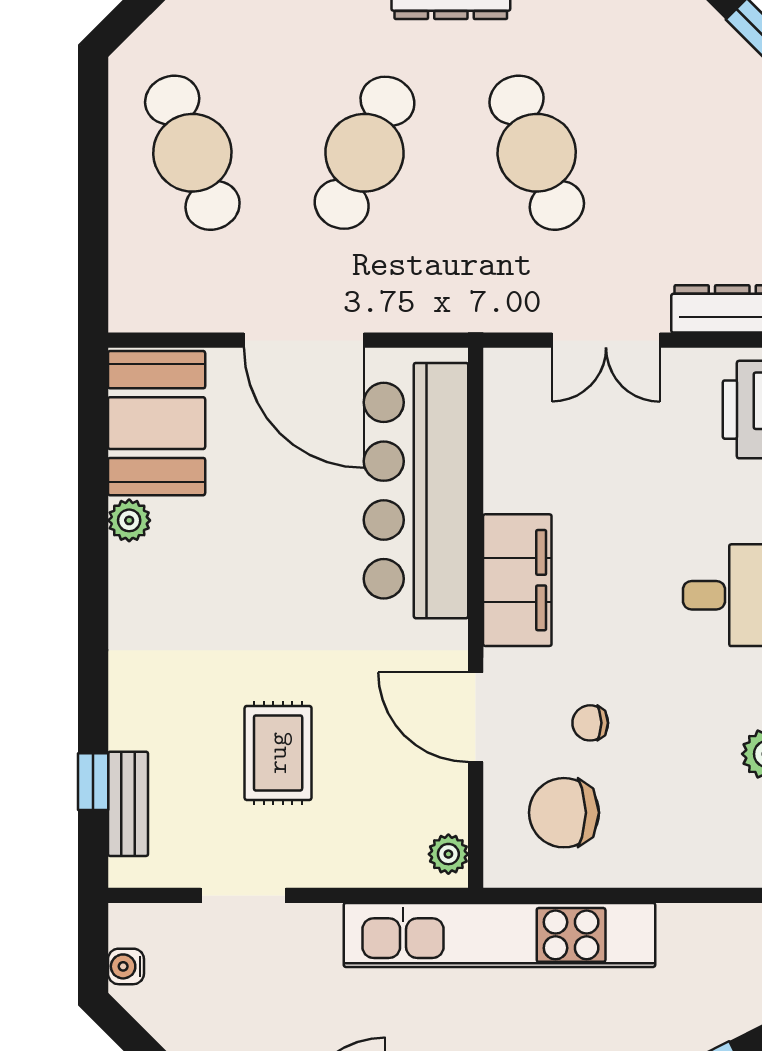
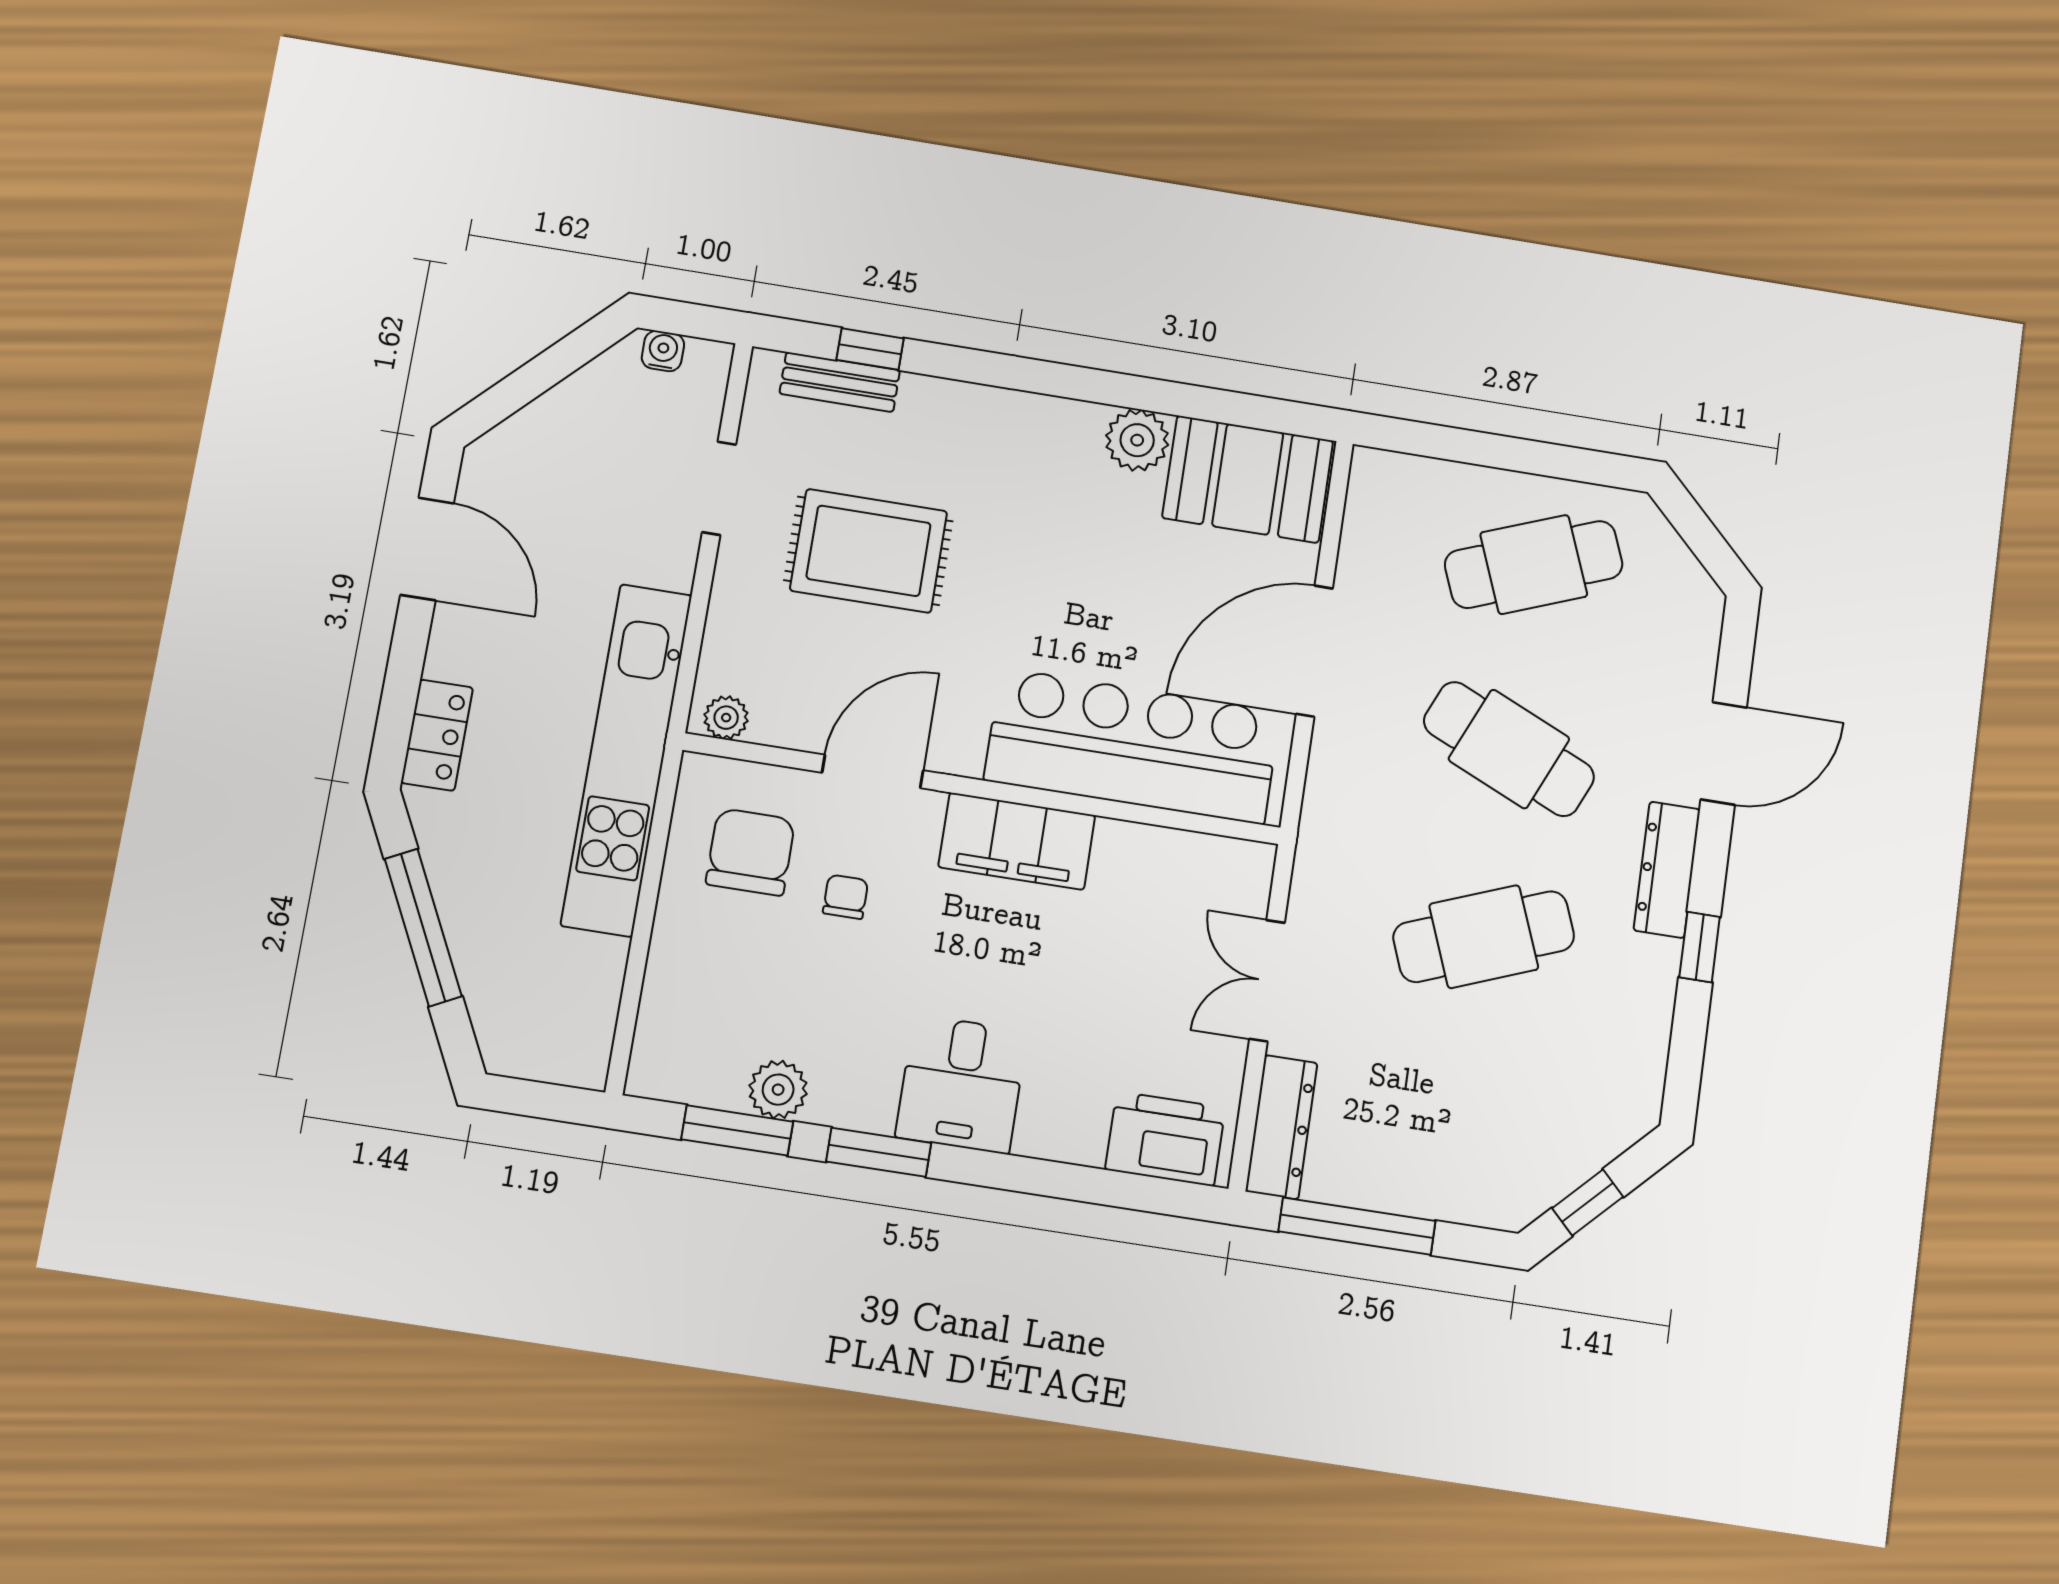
plant: (129, 520) -> (1137, 440), width x1.38, depth x1.38
rug: (278, 753) -> (869, 551), width x1.36, depth x1.43

